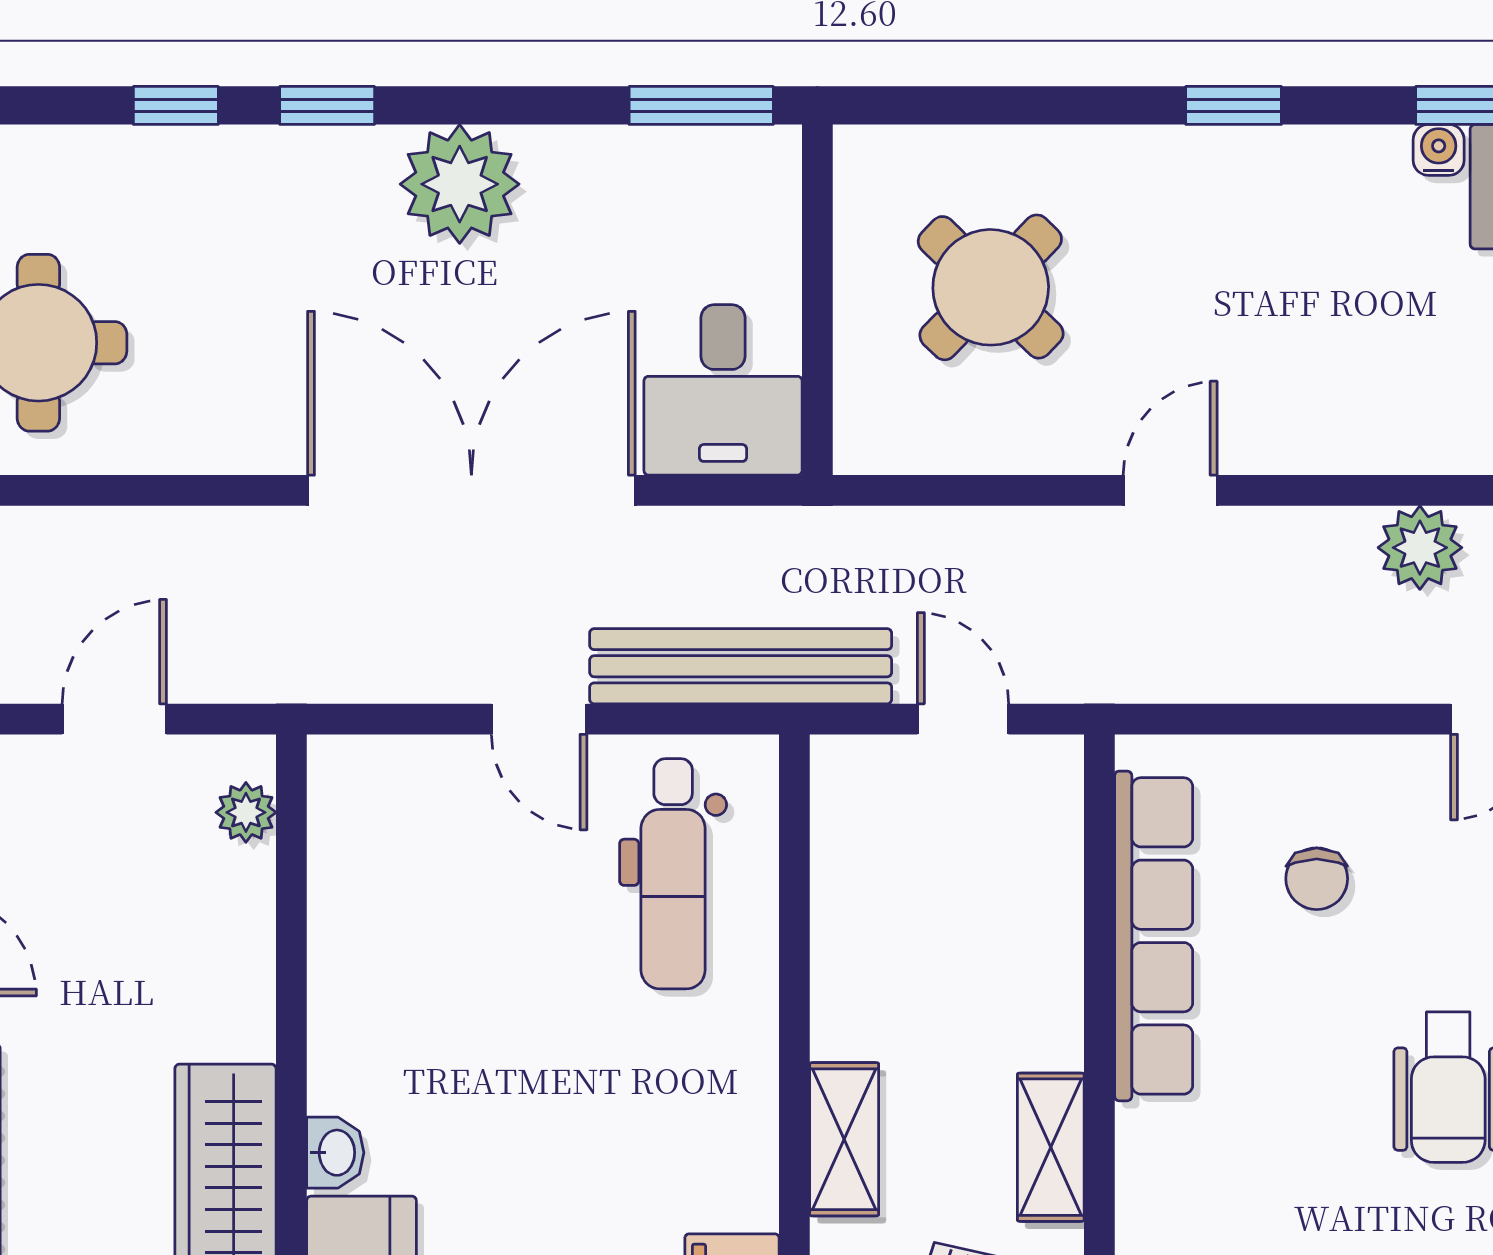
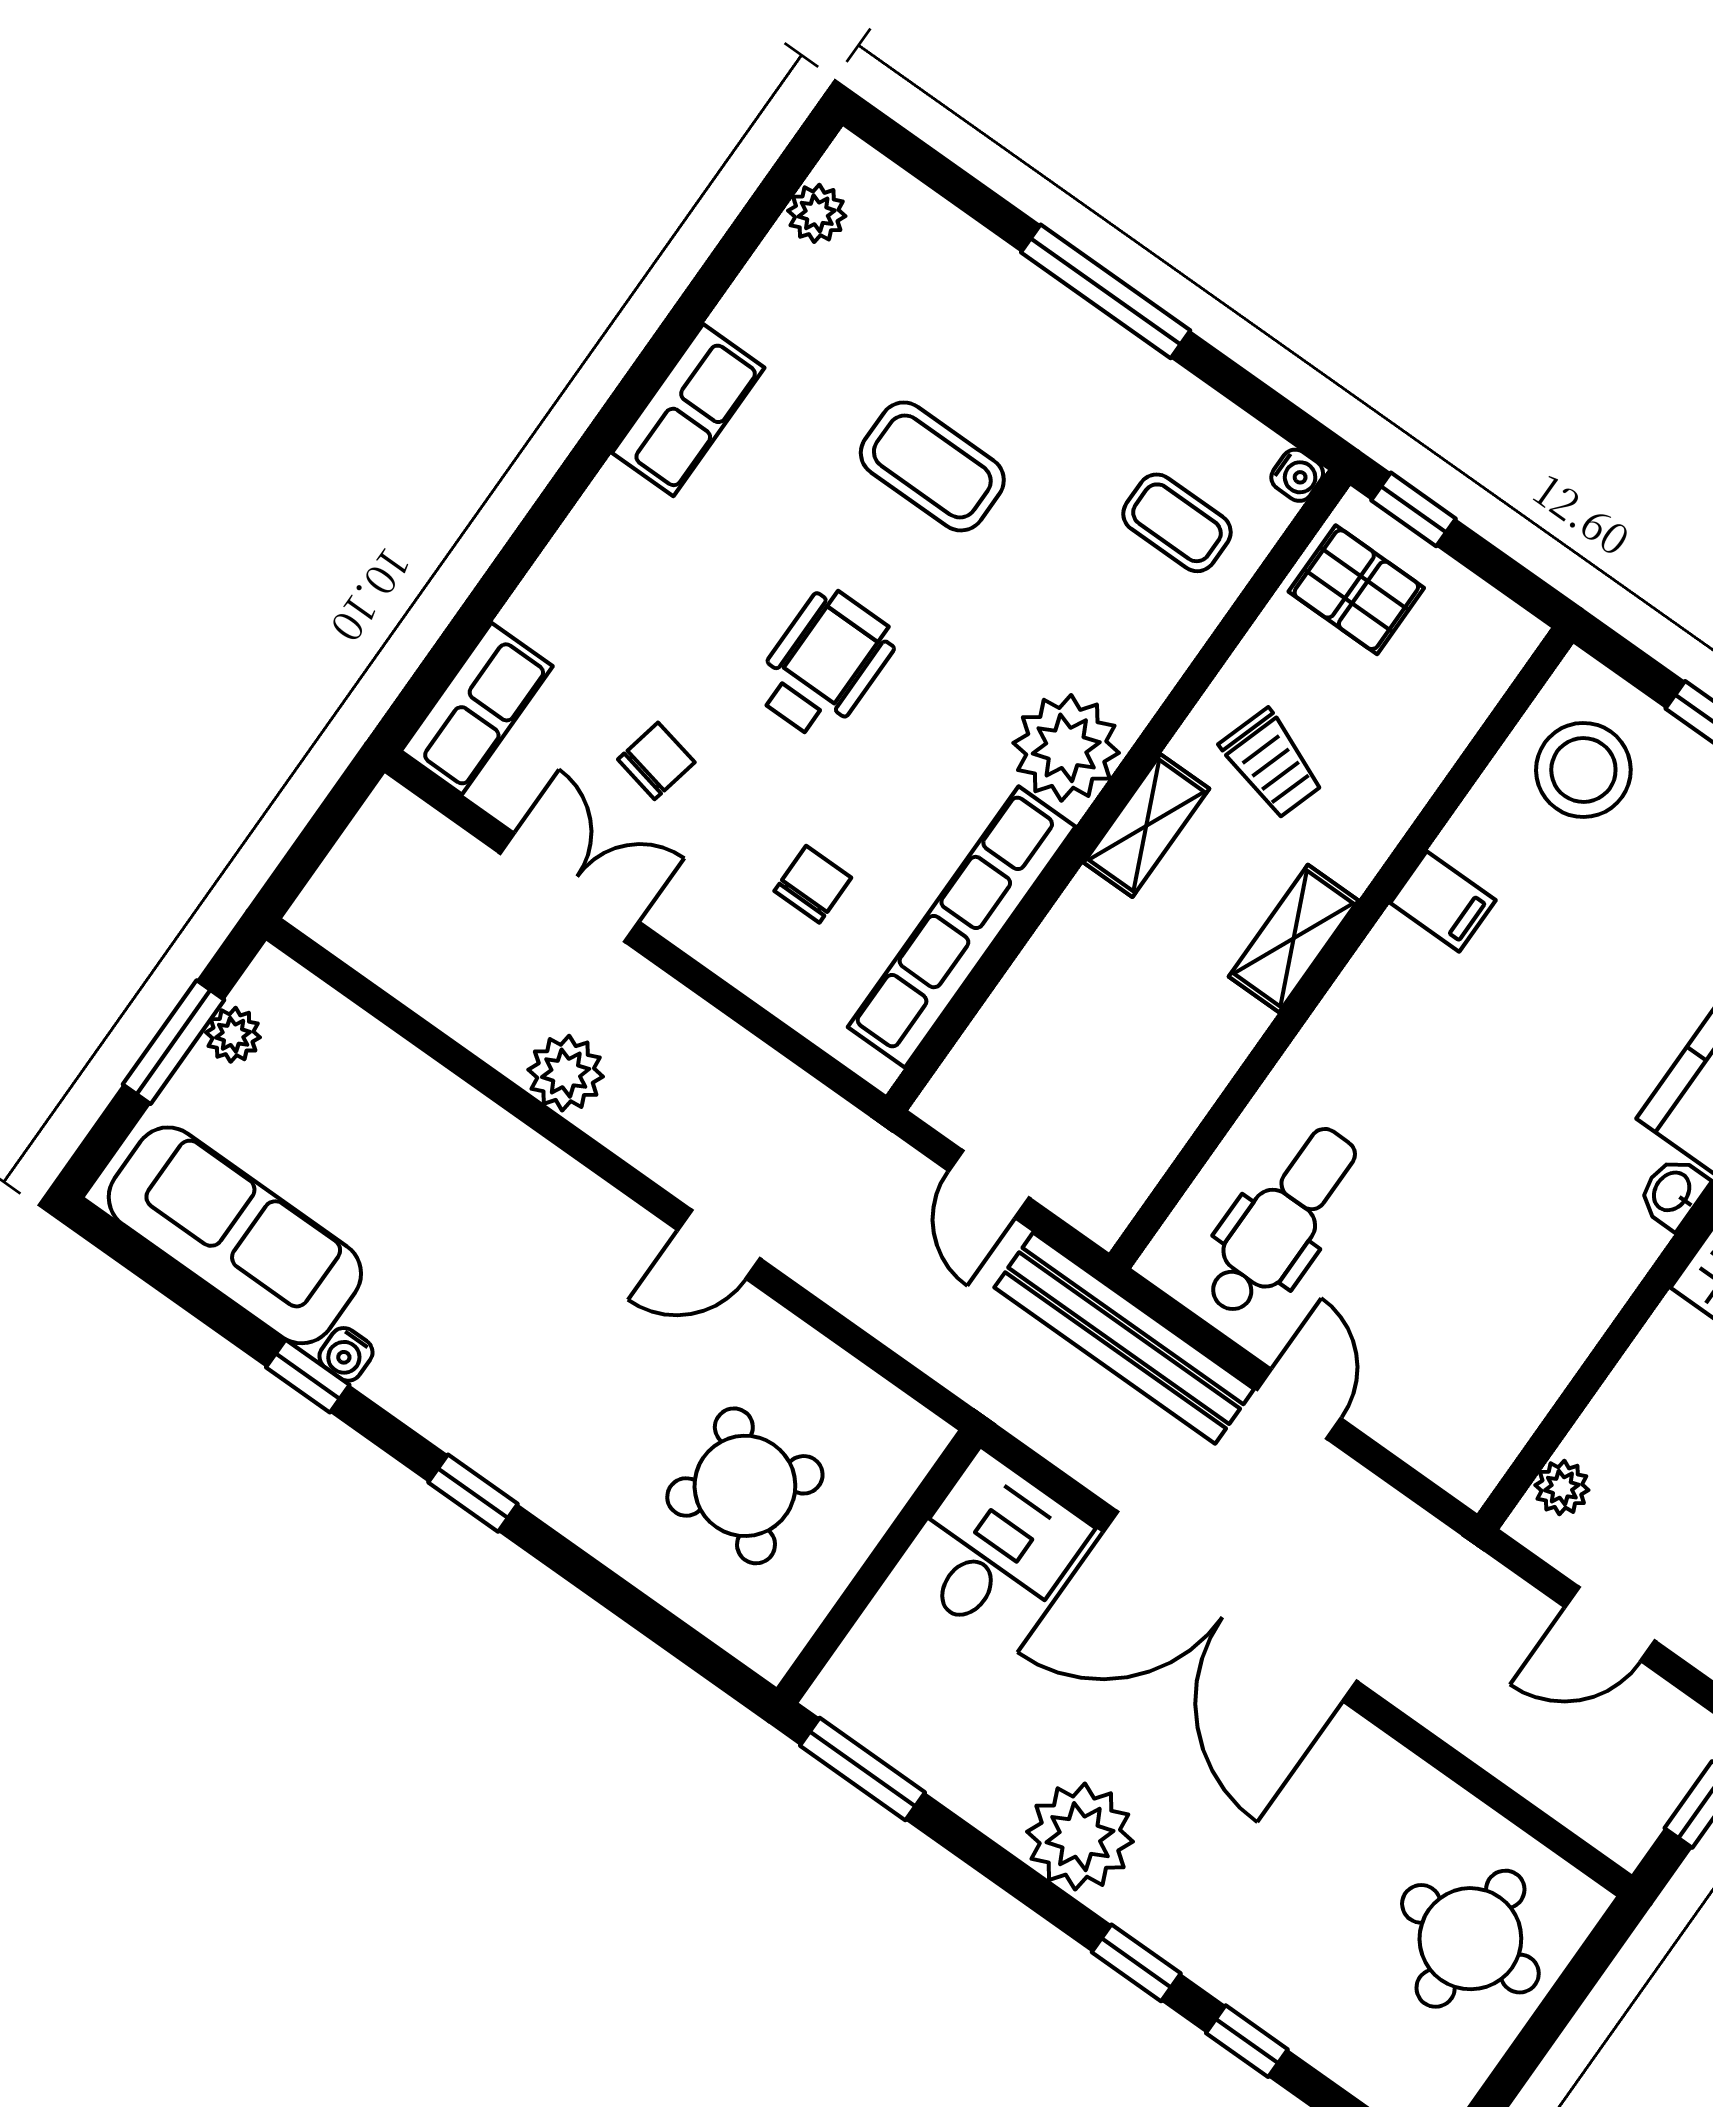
plant: (1174, 1166) -> (1066, 748), added

